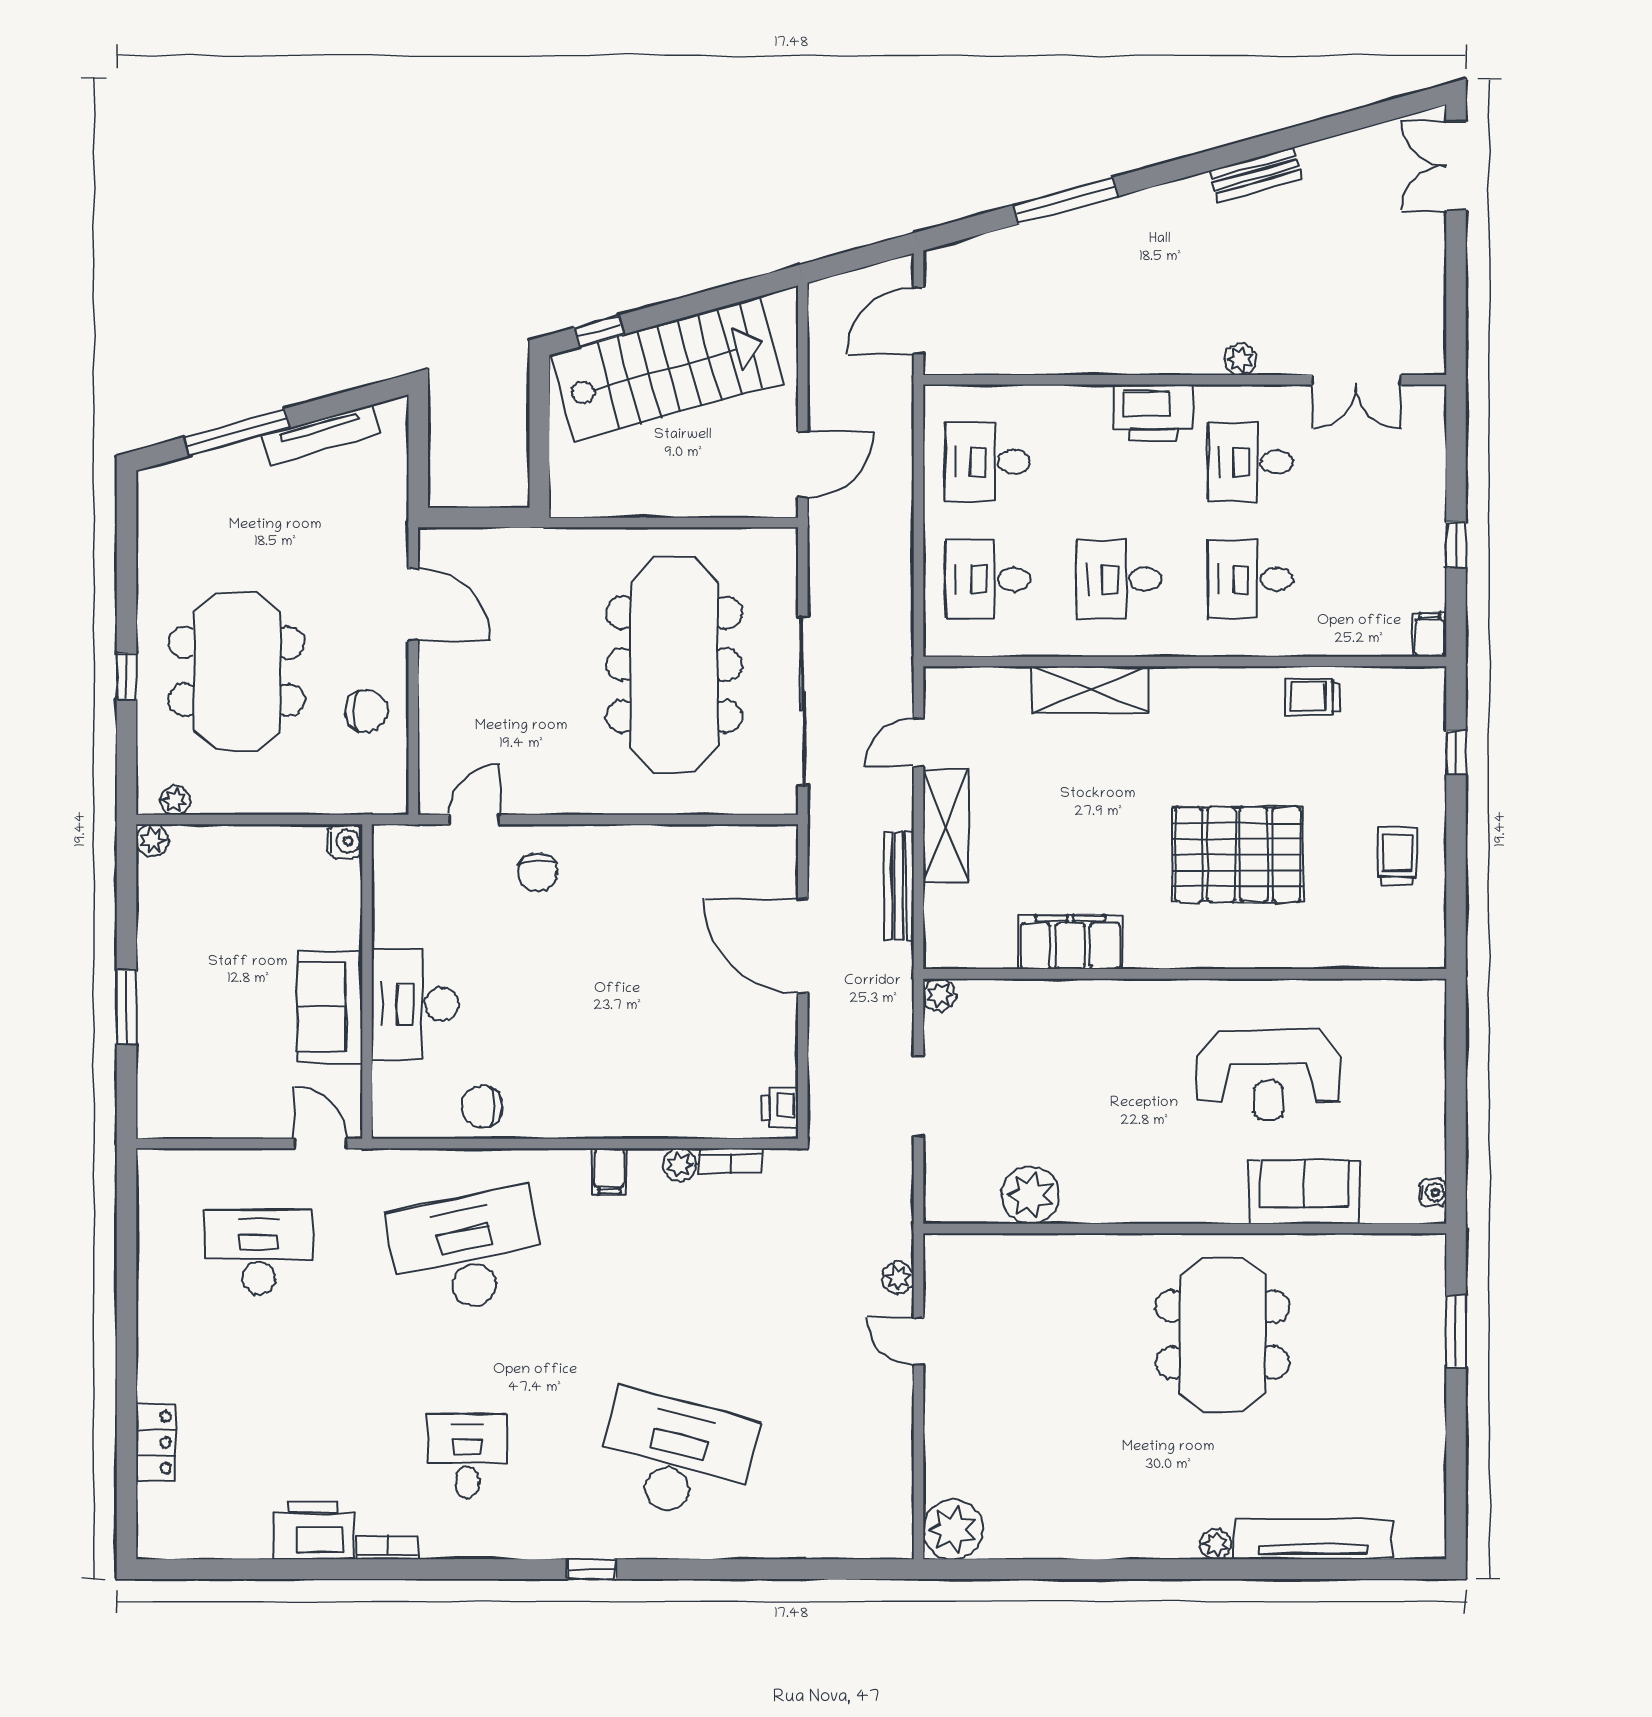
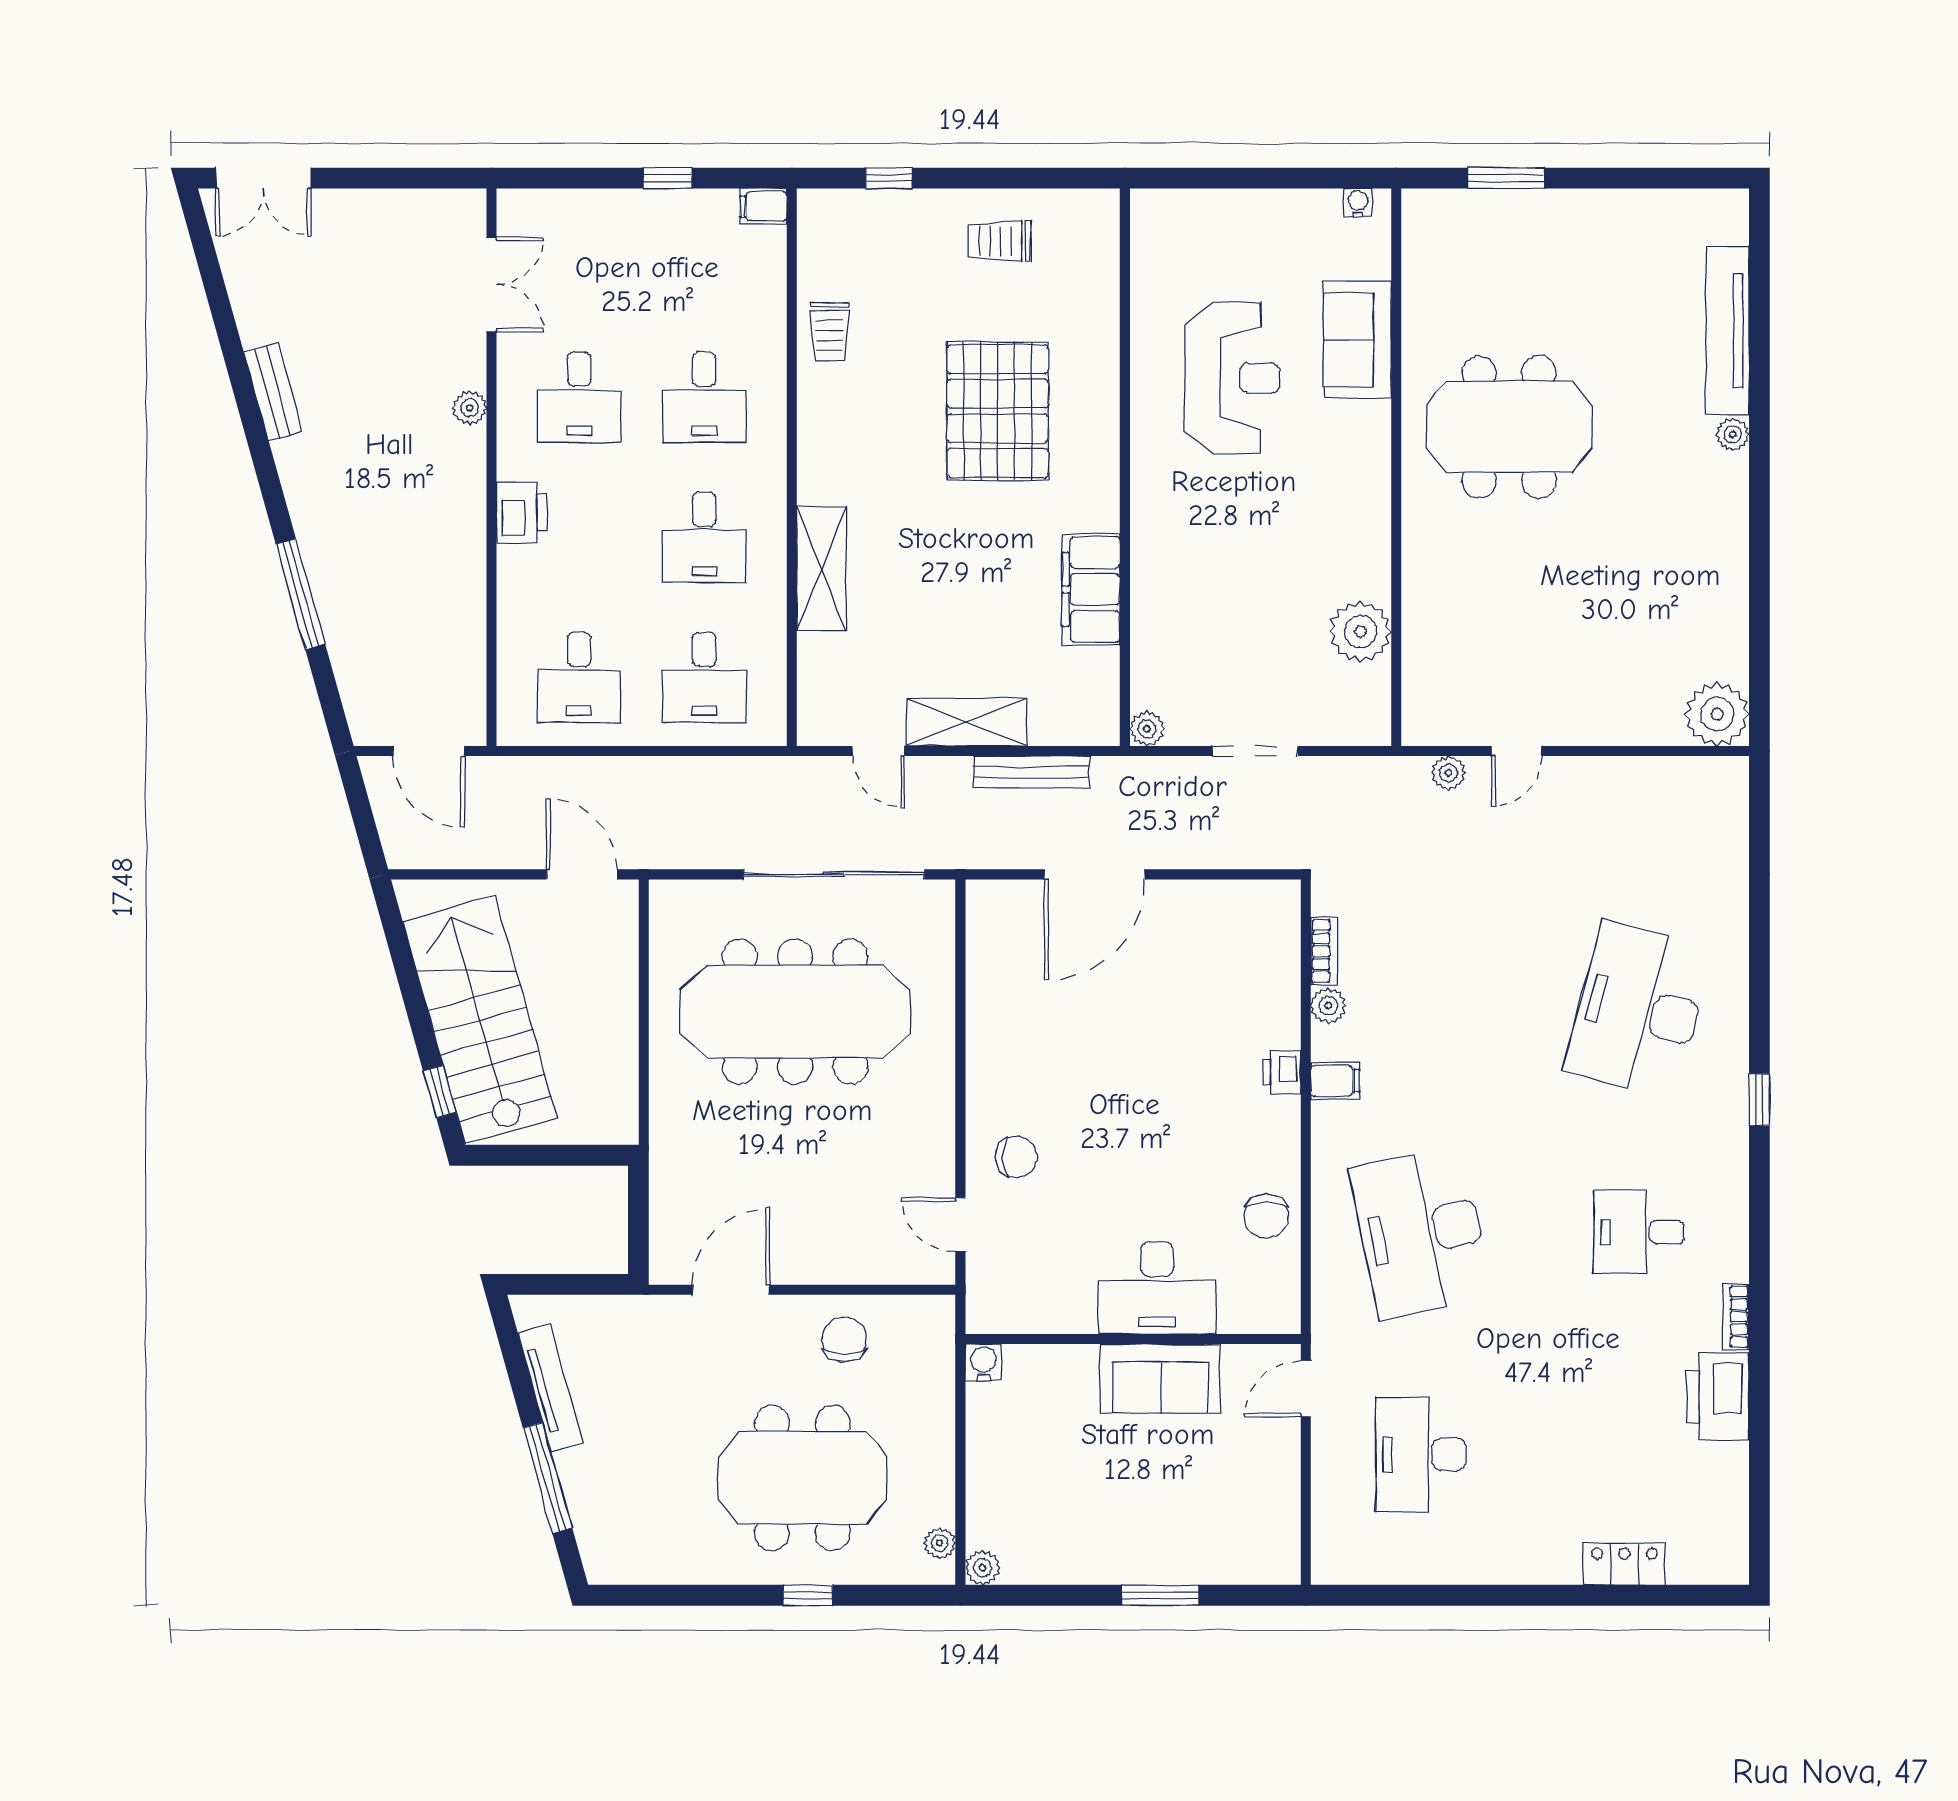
printer: (1153, 413) -> (522, 512), width x0.73, depth x0.84
printer: (780, 1108) -> (1282, 1072), moved, turned 90

